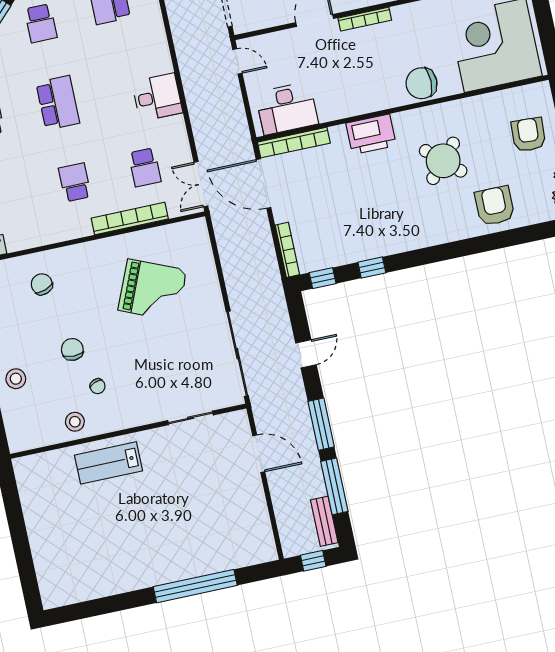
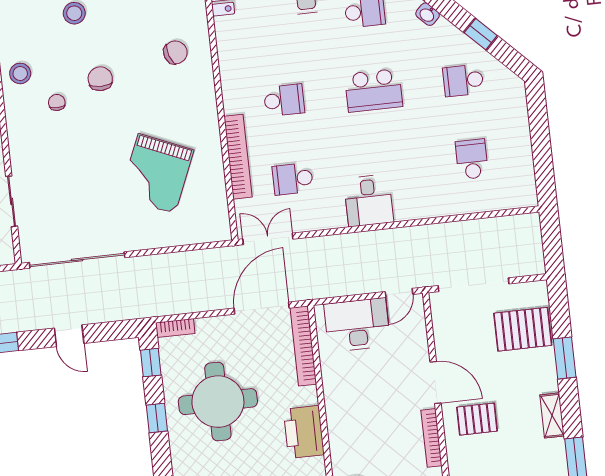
desk: (287, 108) -> (357, 325), moved, turned 90
round table: (352, 214) -> (218, 402), added
bookcase: (287, 250) -> (175, 328), width x0.64
chair: (72, 349) -> (100, 79), turned -90
chair: (98, 386) -> (57, 102), turned 111

